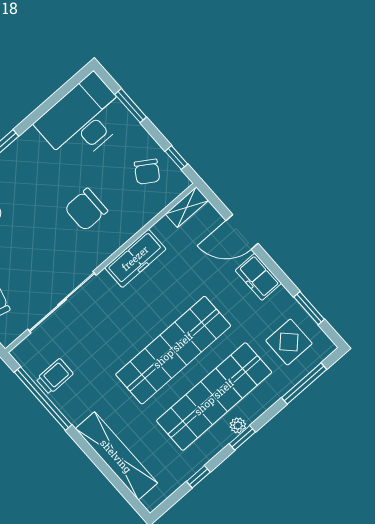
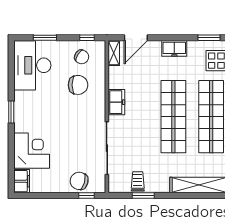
chair: (86, 210) -> (78, 85), moved, turned -90
door: (242, 232) -> (136, 38), moved
freezer: (135, 258) -> (116, 102), width x0.71
window: (43, 399) -> (143, 195), width x0.47

